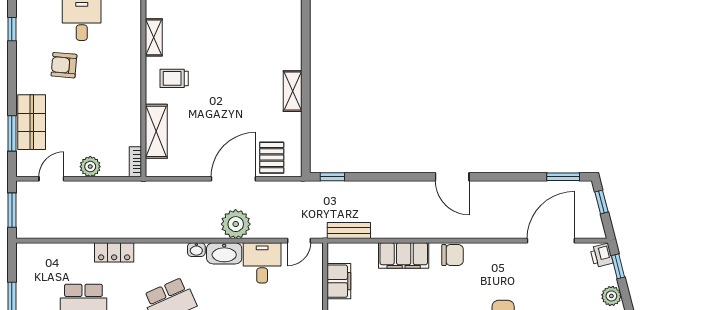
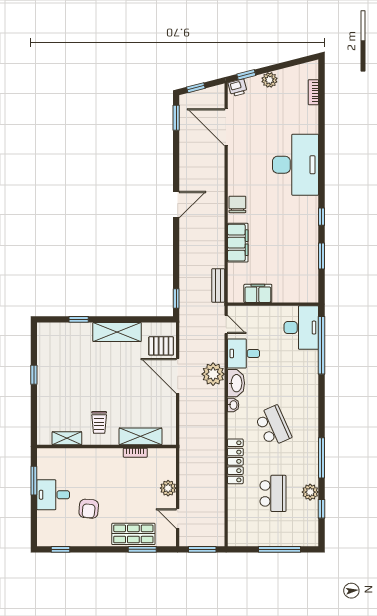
window: (306, 52) -> (79, 319), added
shelving: (293, 91) -> (117, 332), width x1.50, depth x1.33
bookcase: (135, 162) -> (135, 453), moved
locker: (114, 252) -> (235, 461), width x1.53

